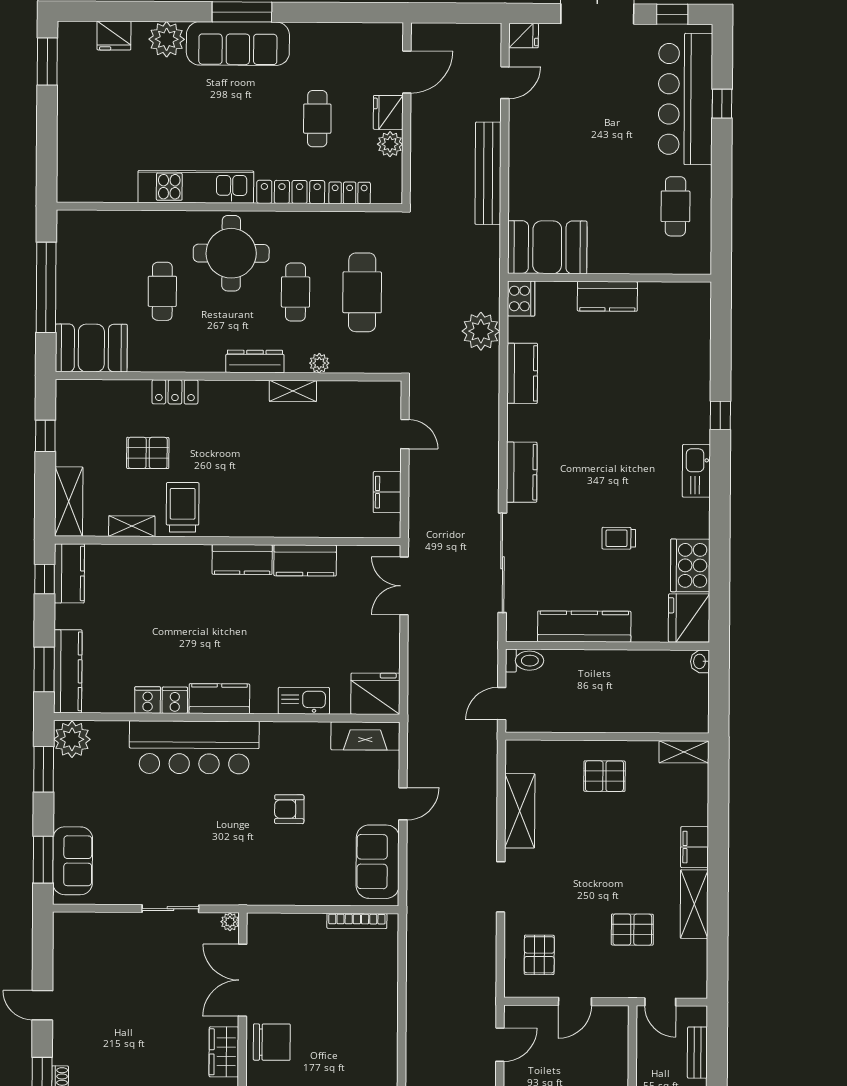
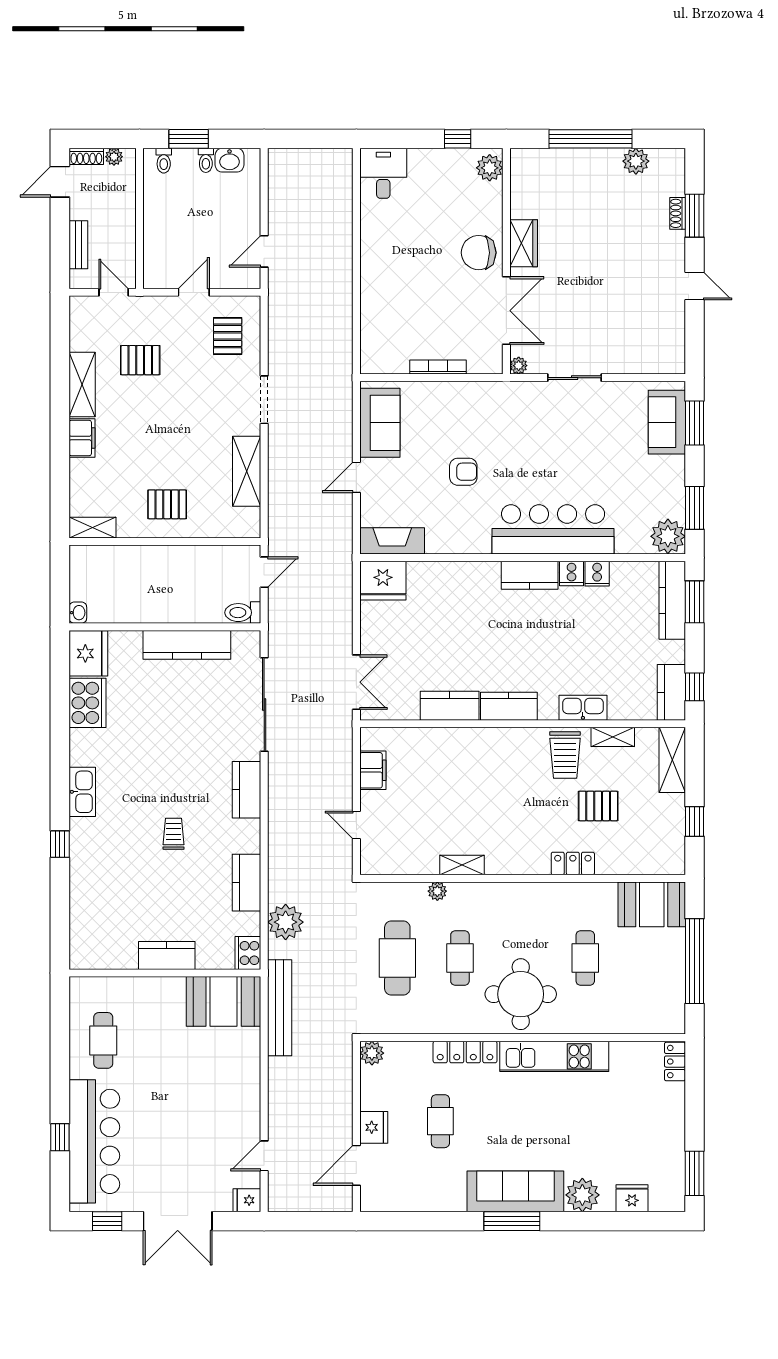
plant: (390, 144) -> (372, 1053), moved
bench: (488, 173) -> (280, 1008), moved
locker: (350, 193) -> (675, 1062), moved, turned 90
dresser: (255, 361) -> (498, 893), removed
trolley: (619, 538) -> (174, 834), moved, turned -90
kitchen sink: (304, 701) -> (583, 708), moved, turned 180
bookcase: (357, 921) -> (438, 367), moved

